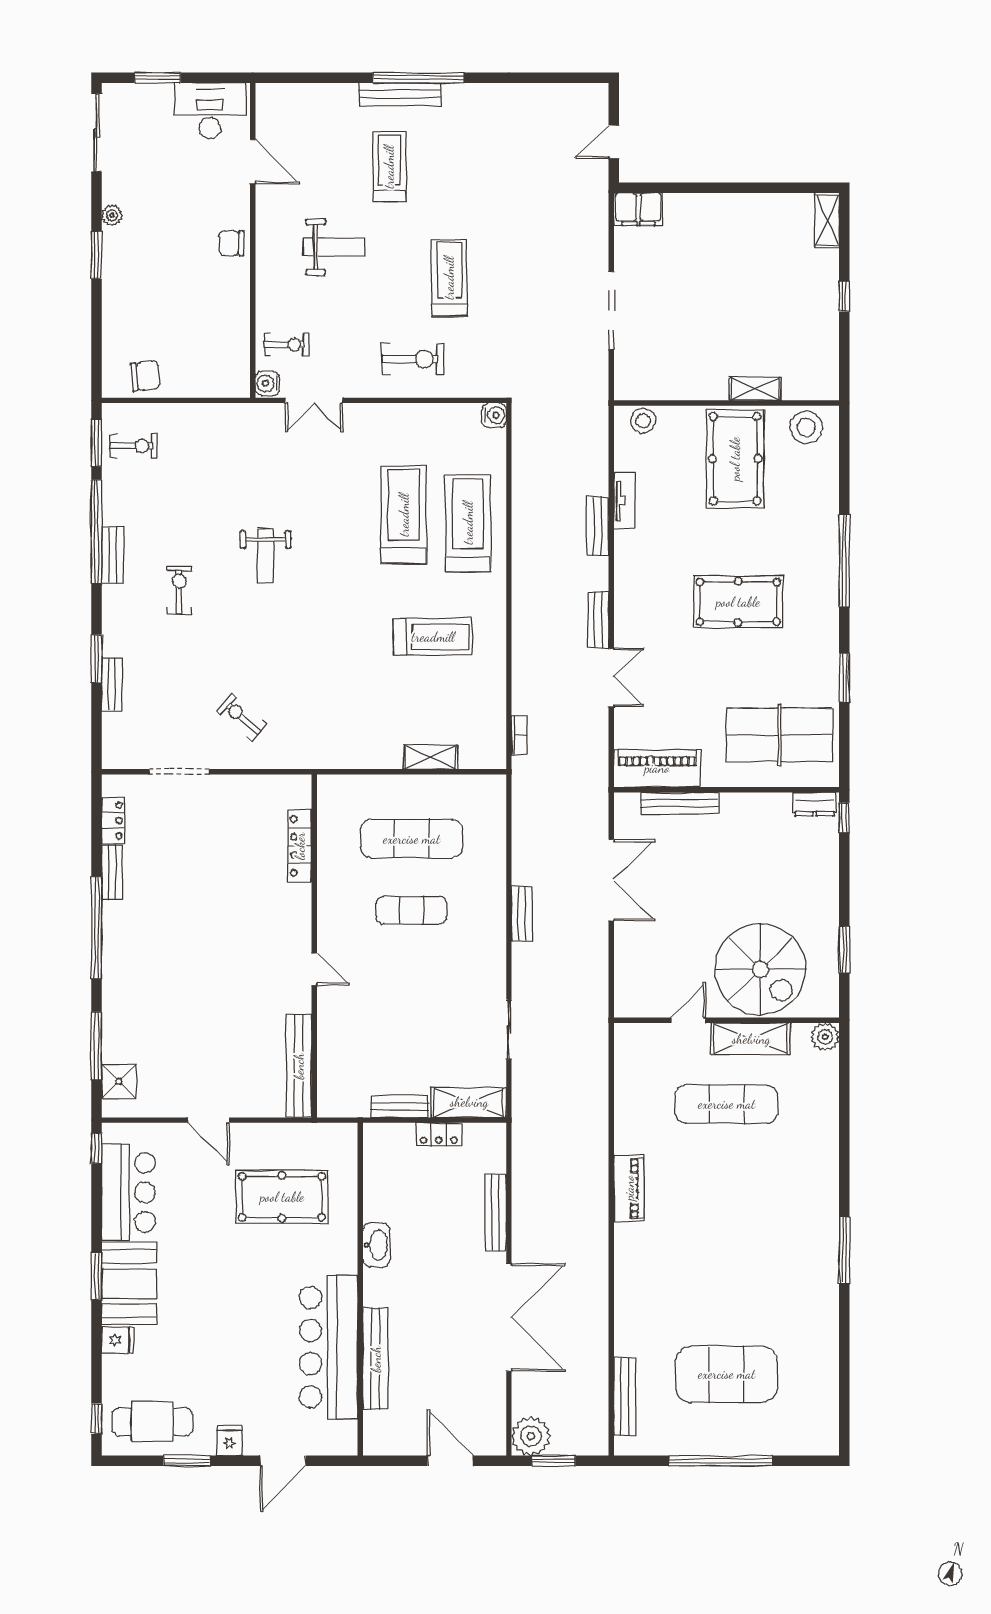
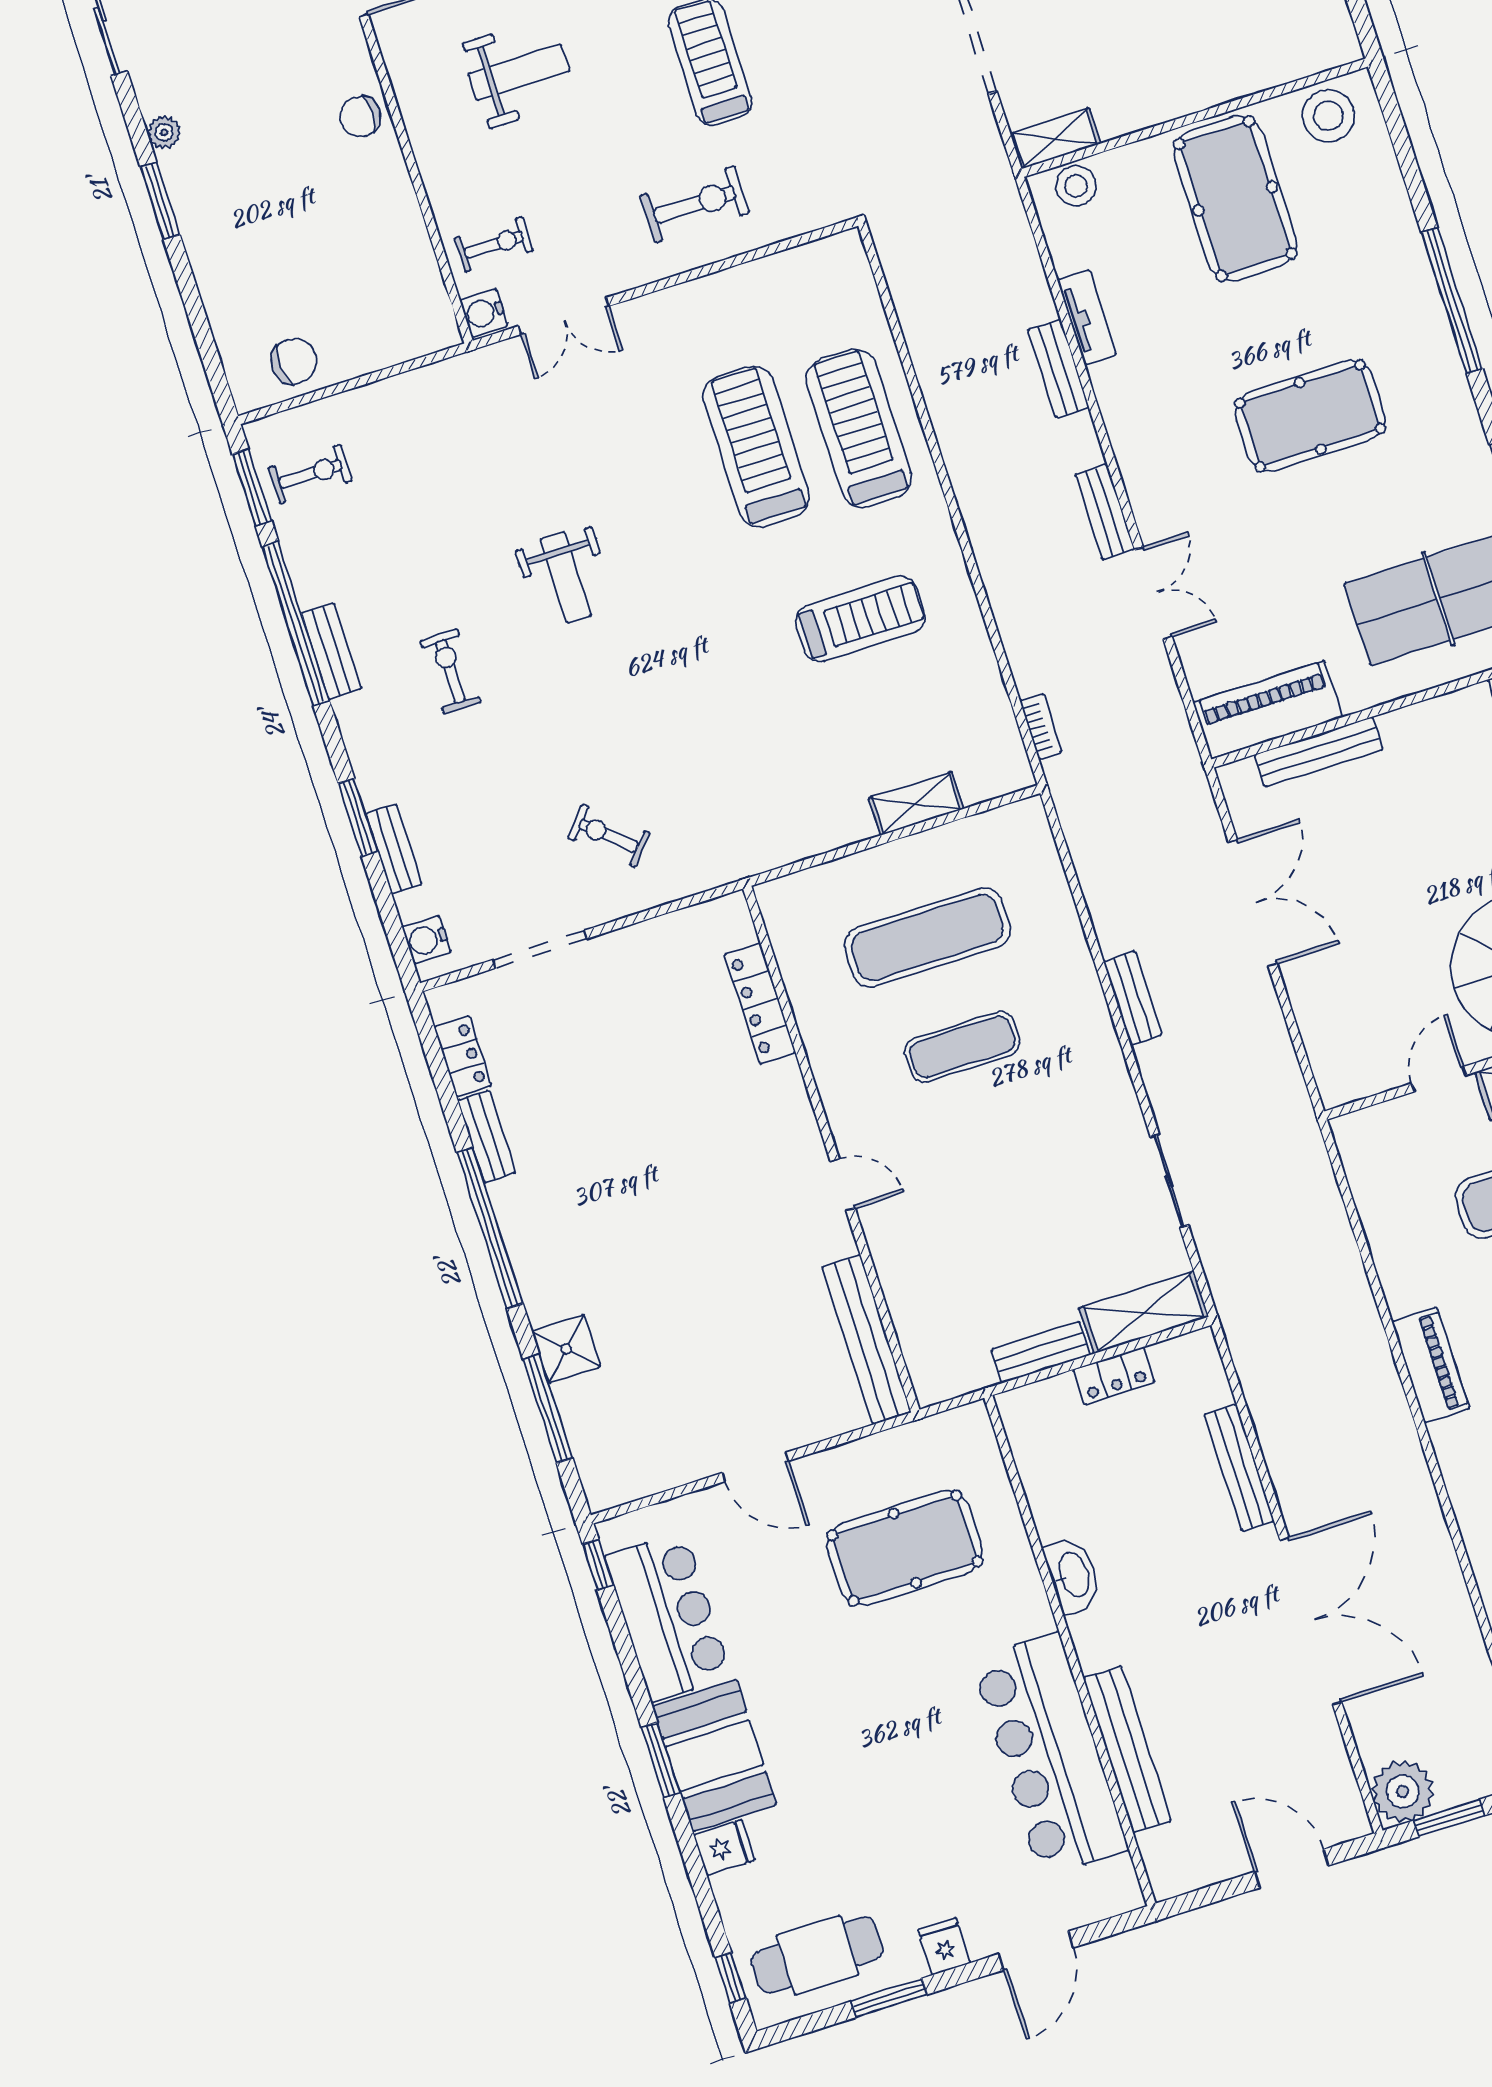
shelving: (755, 389) -> (1055, 139), moved
water cooler: (494, 415) -> (427, 940), moved, turned 180
shower: (119, 1081) -> (566, 1349), moved

